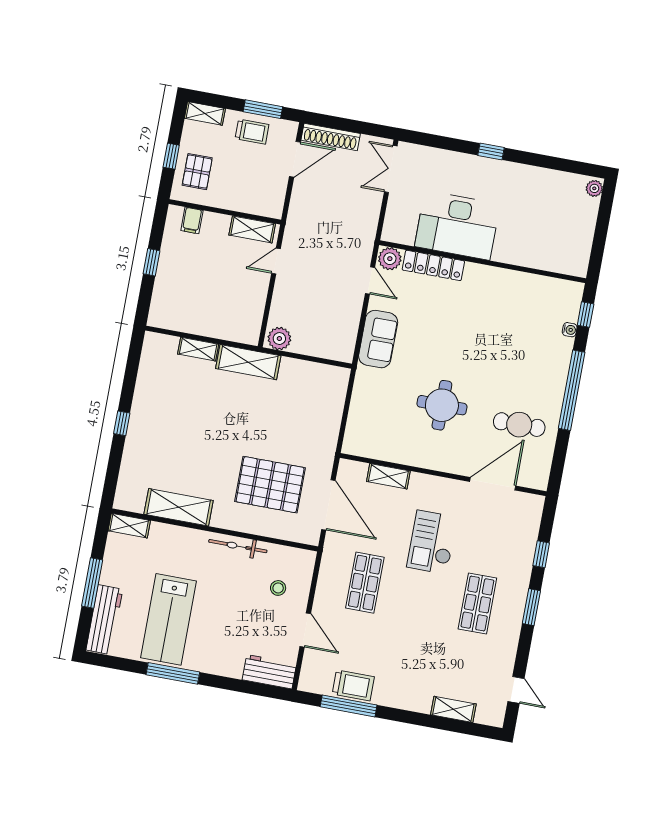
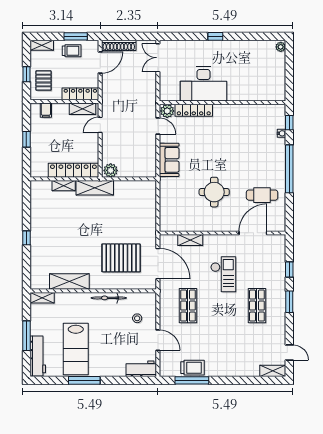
locker: (253, 204) -> (80, 94), added
locker: (219, 327) -> (73, 170), added
checkout: (432, 542) -> (223, 274), turned 180
shelving: (453, 709) -> (273, 371), moved

